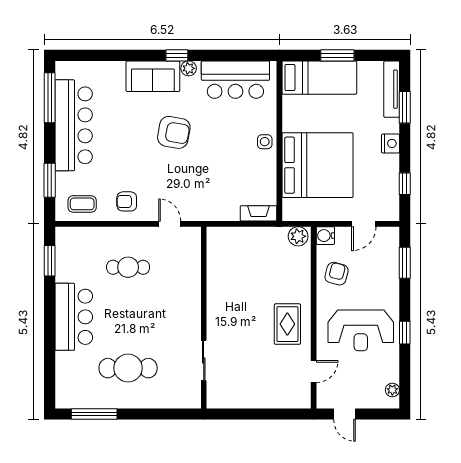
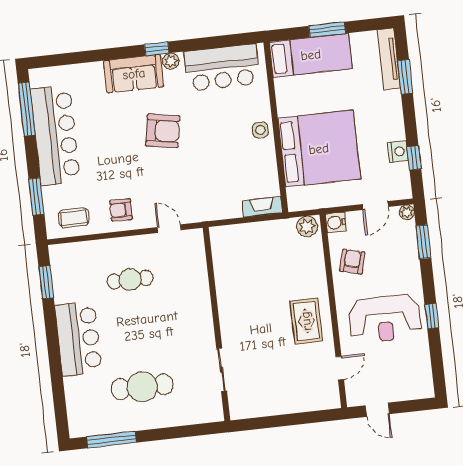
nightstand: (391, 143) -> (398, 151), moved
plant: (392, 390) -> (407, 212), moved

